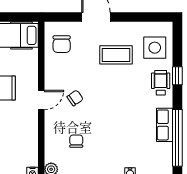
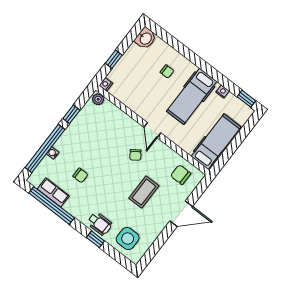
coffee table: (116, 55) -> (144, 192), moved
row of seats: (165, 125) -> (53, 192), moved
chair: (76, 141) -> (80, 175), moved

